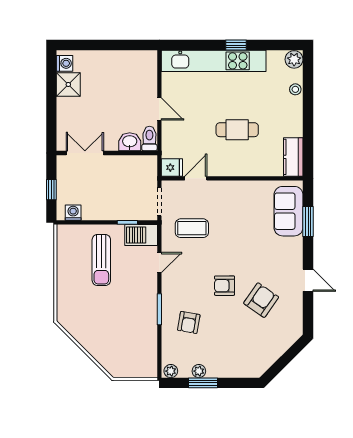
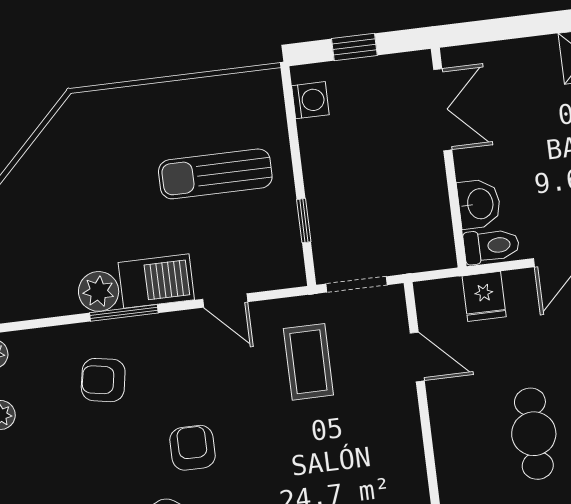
fridge: (172, 168) -> (484, 296), moved
barbecue: (141, 235) -> (156, 281), moved, turned 90
plant: (148, 320) -> (99, 291), added

